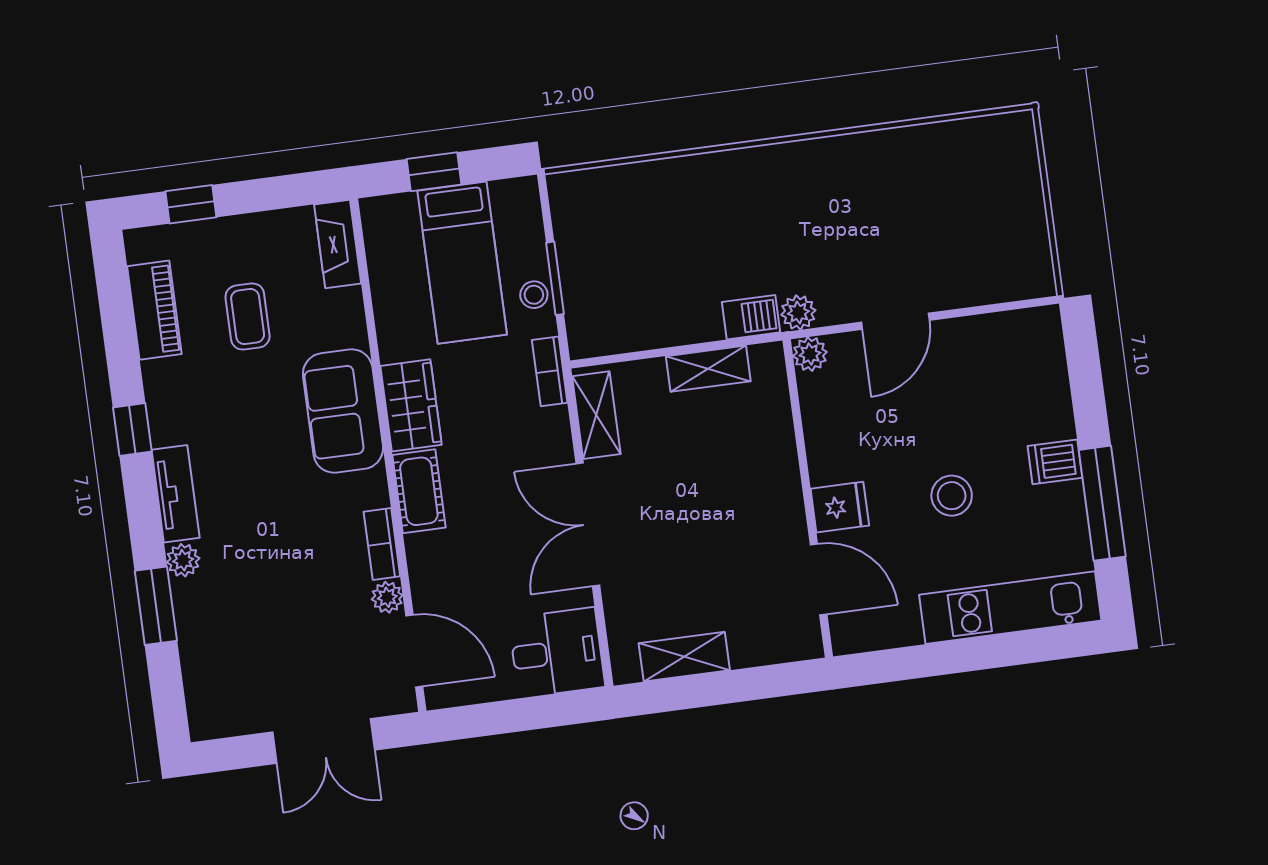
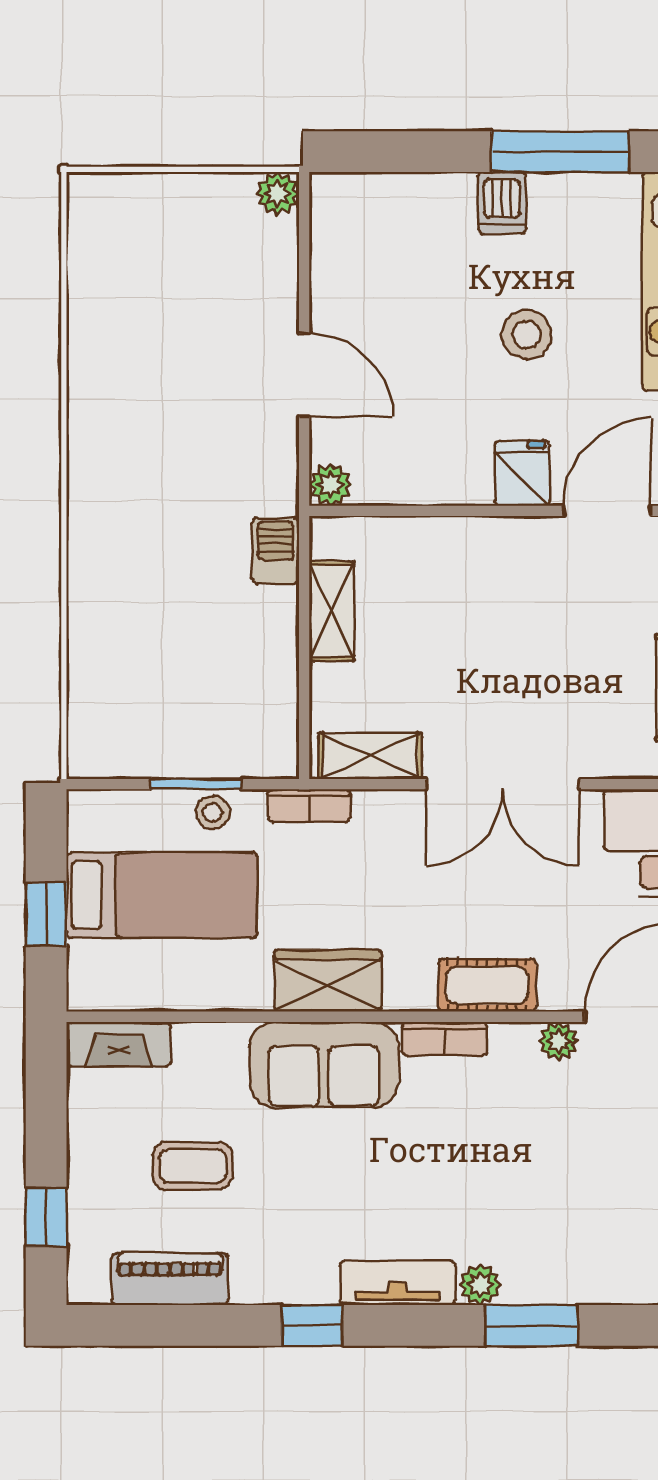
plant: (798, 312) -> (278, 193), moved
cot: (419, 491) -> (487, 985), moved
bookcase: (382, 544) -> (445, 1039), moved

